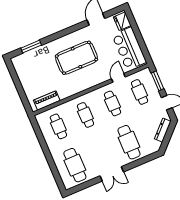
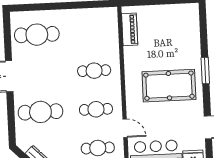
window: (31, 47) -> (205, 71), moved
pool table: (76, 58) -> (169, 86), turned 90
cafe table: (58, 126) -> (92, 32), removed

